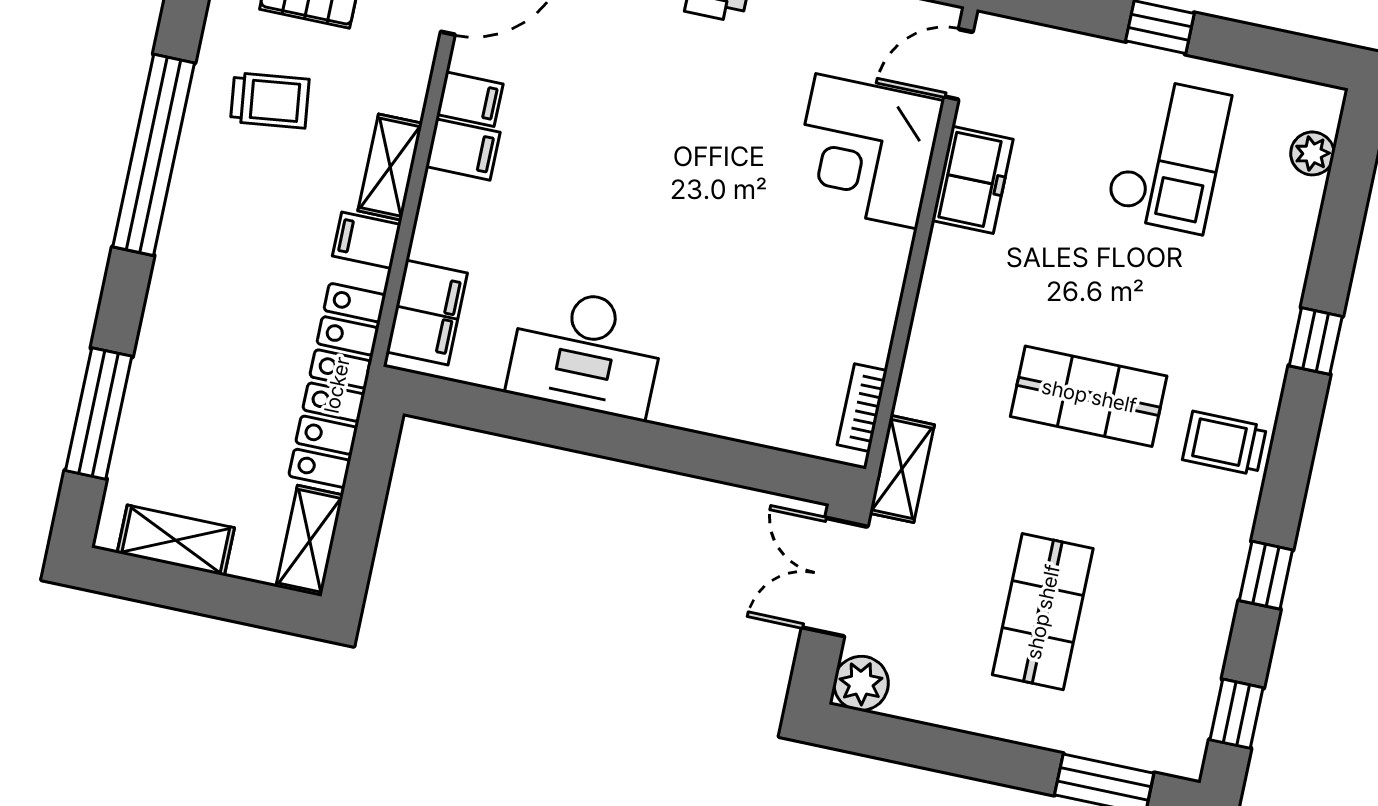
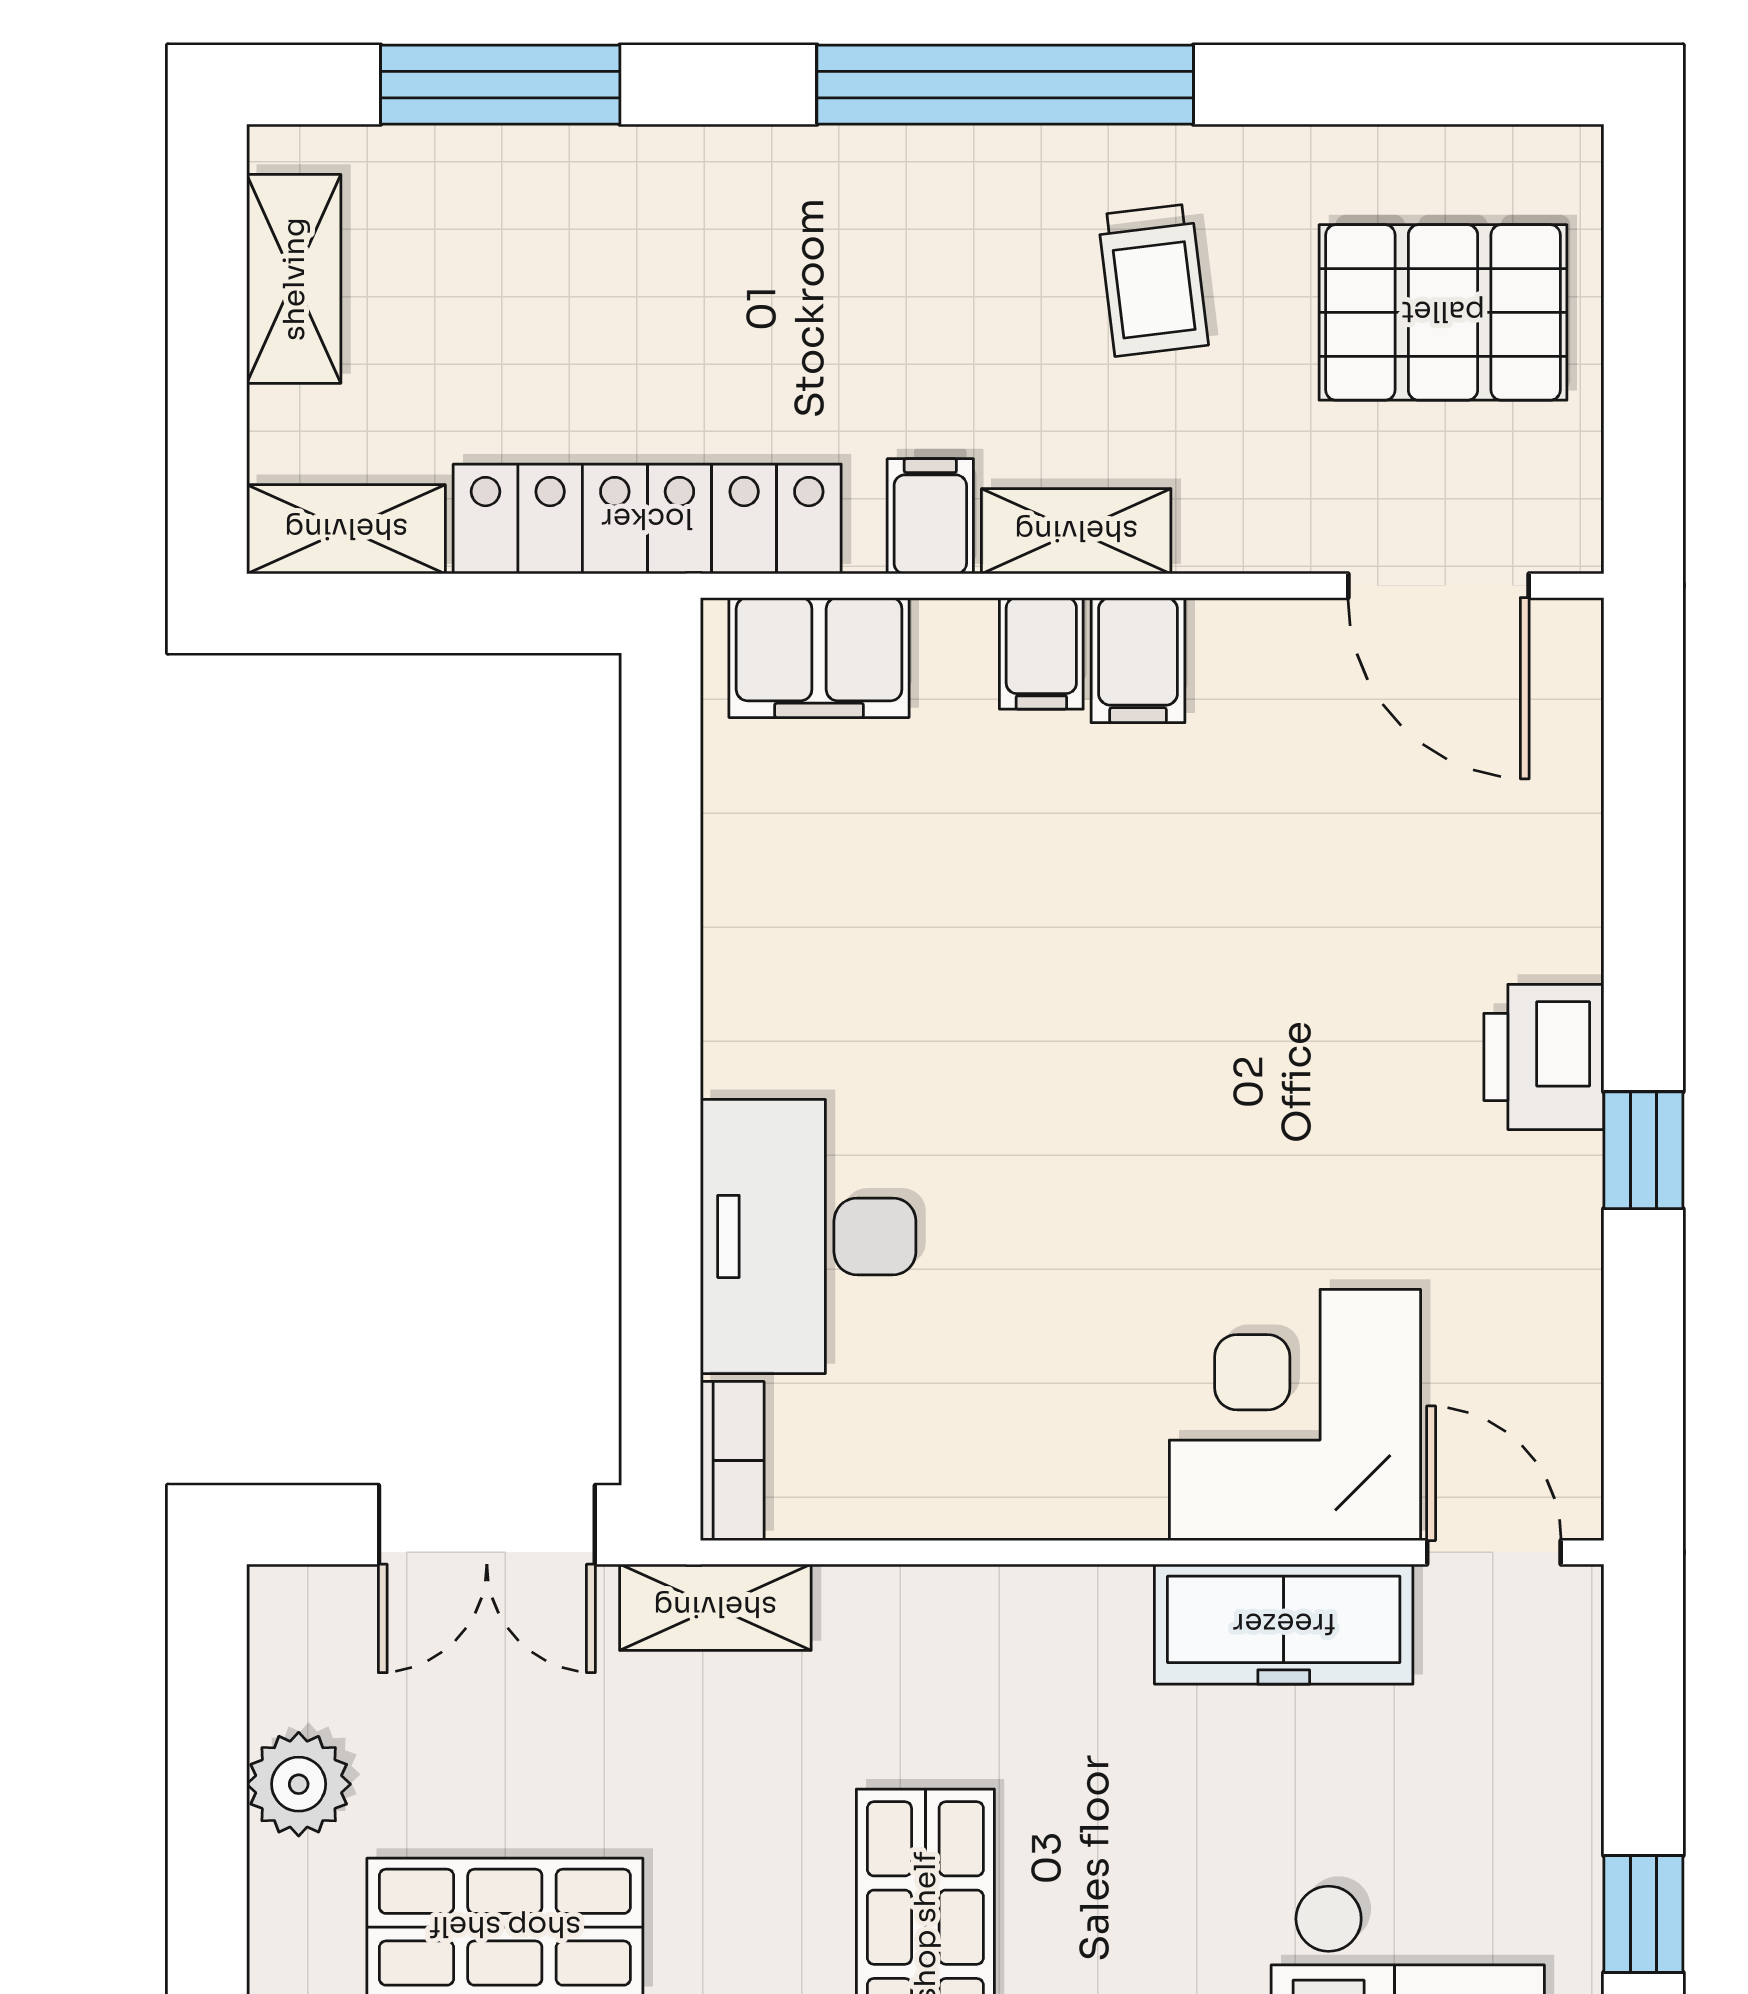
filing cabinet: (470, 99) -> (1041, 653), moved
freezer: (972, 180) -> (1284, 1624), width x1.40
desk: (586, 352) -> (808, 1236), moved
bookcase: (862, 408) -> (732, 1461), moved, turned 90
double door: (835, 577) -> (487, 1525), swing flipped
plant: (861, 683) -> (299, 1784), moved

